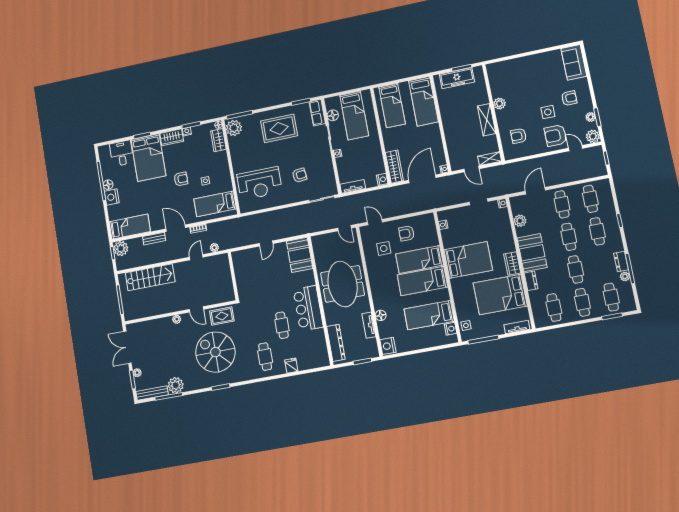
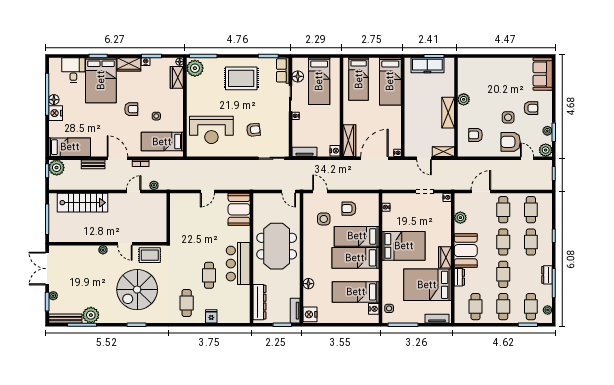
plant: (625, 276) -> (548, 310), moved
tv unit: (369, 325) -> (295, 311), moved
spiral stairs: (215, 352) -> (137, 290), turned -90

